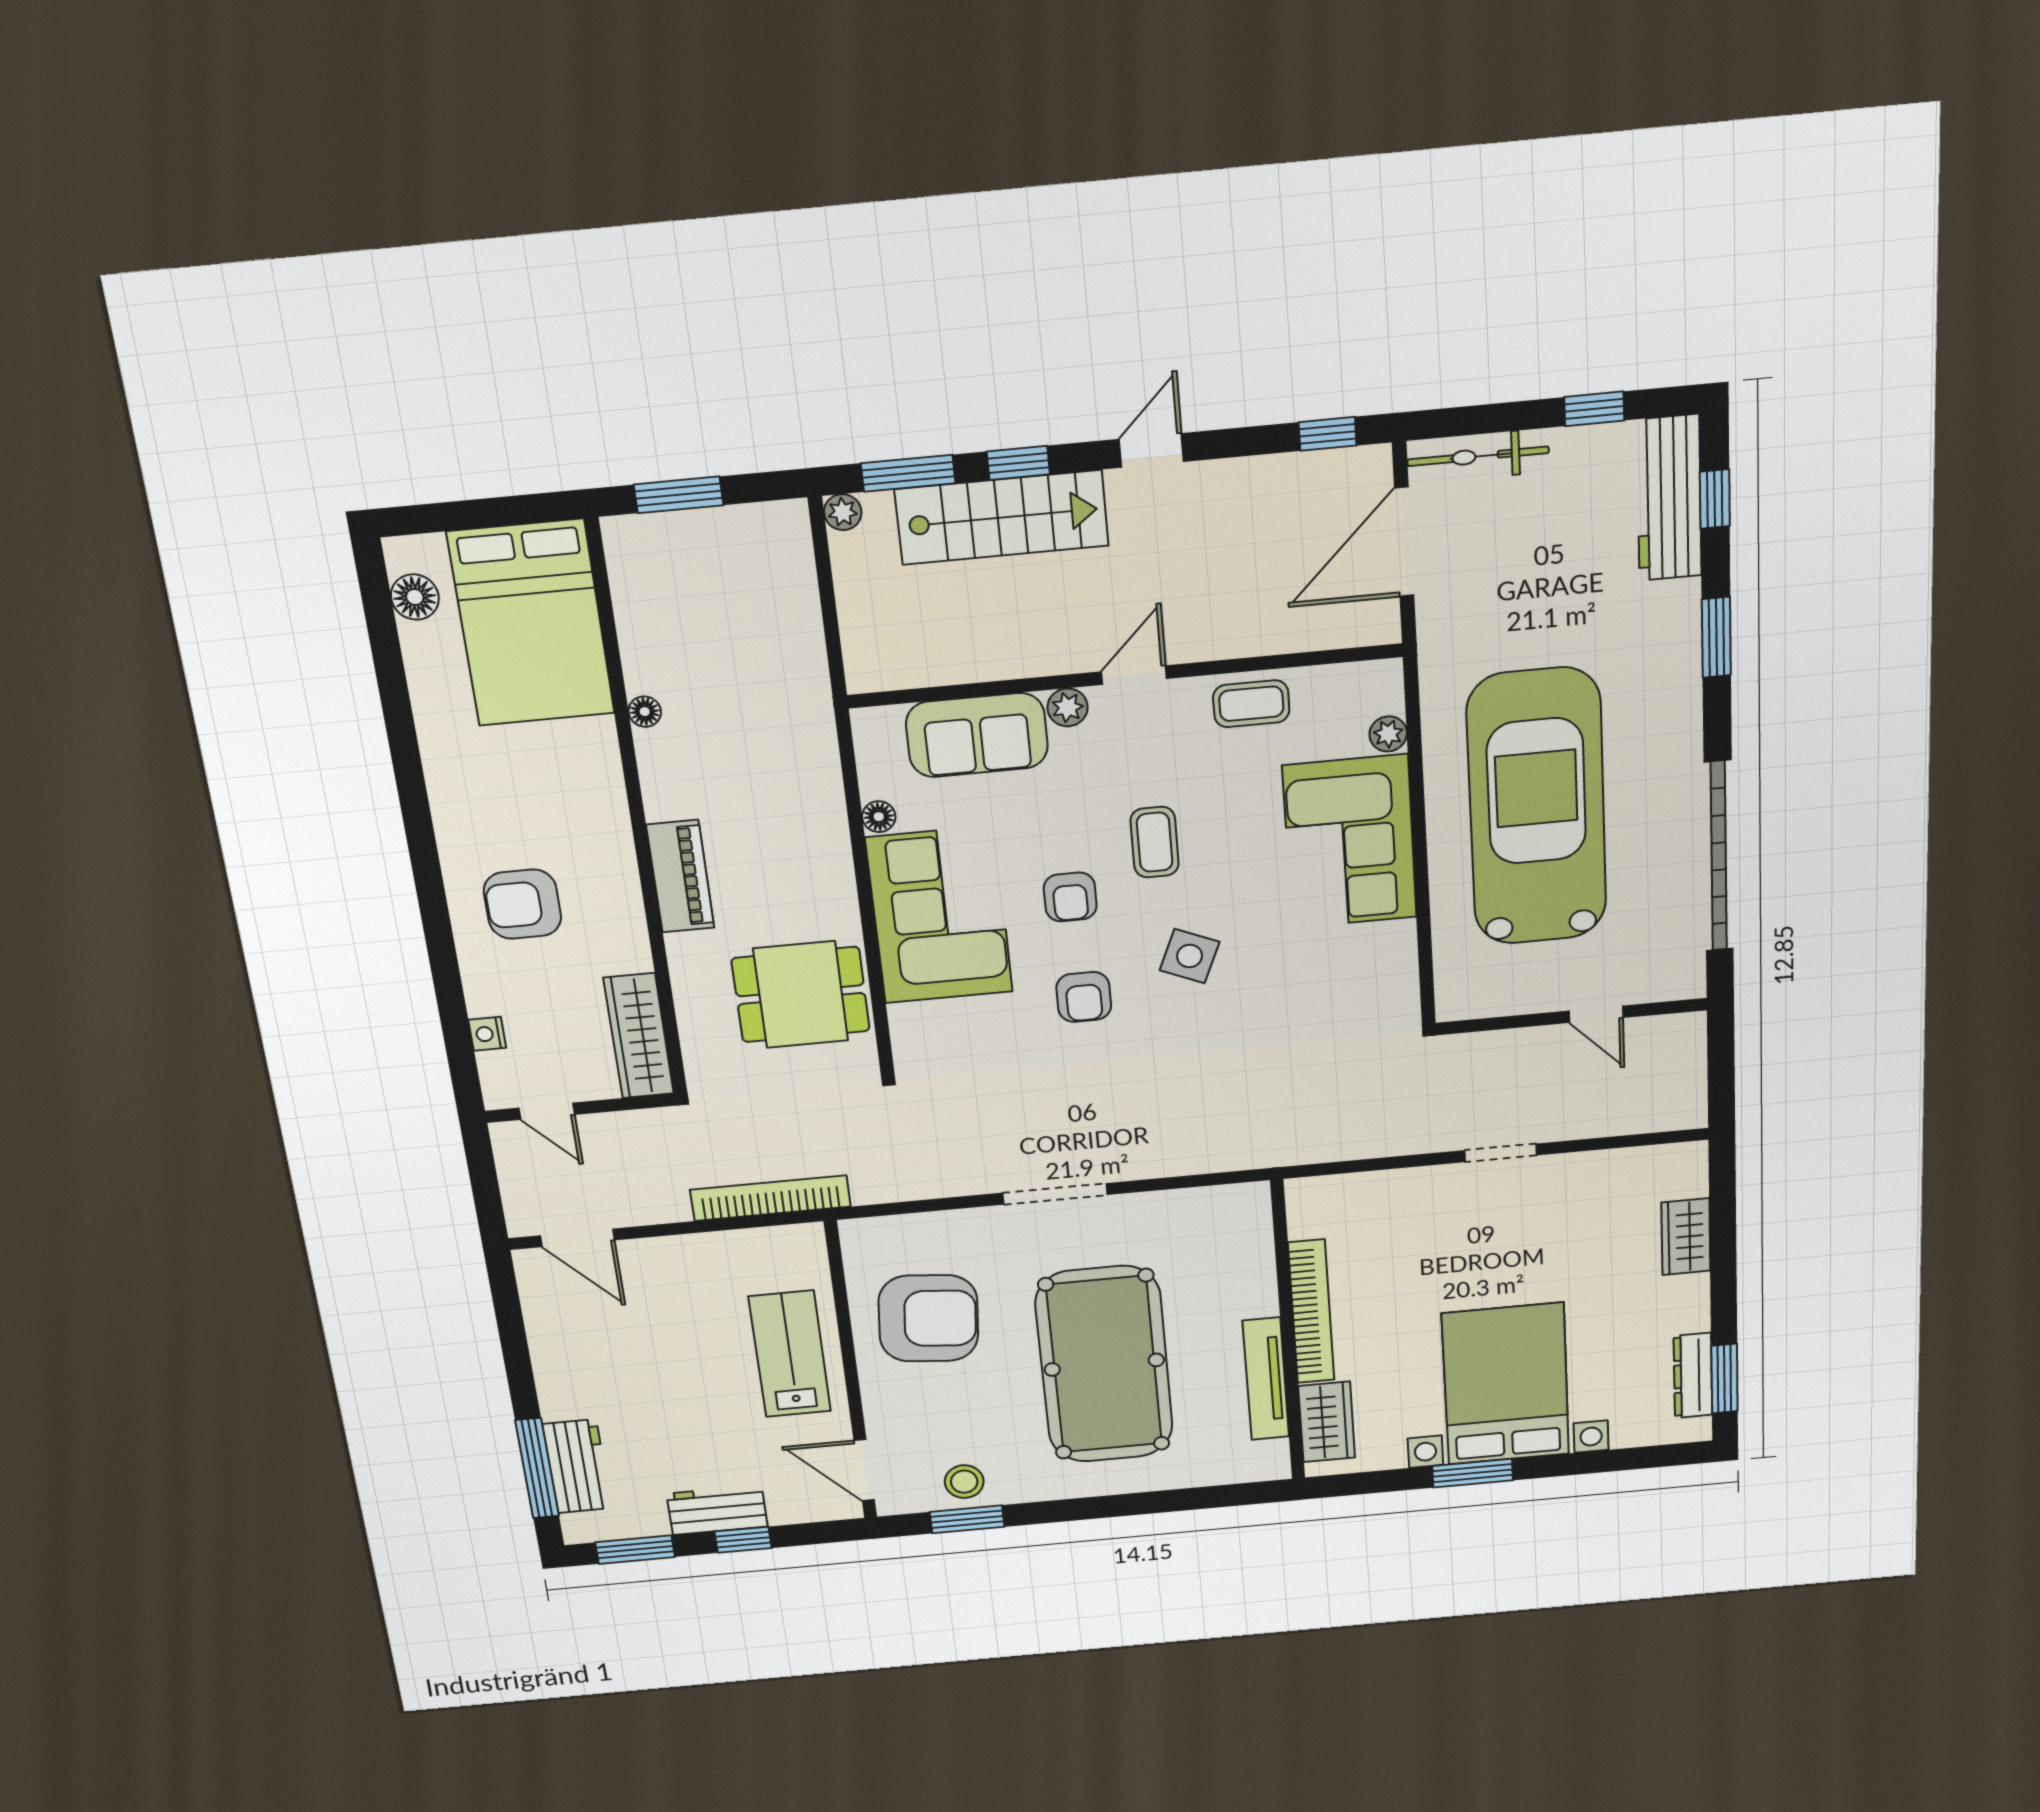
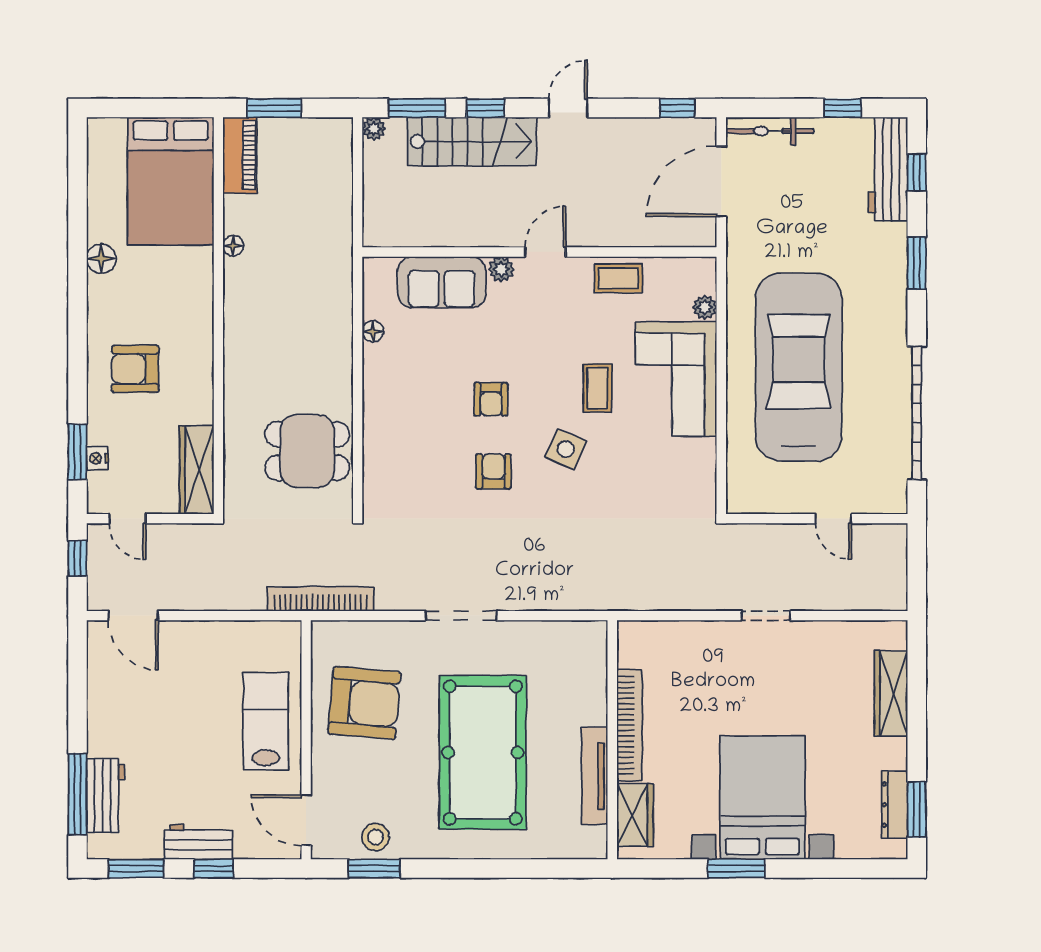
floor lamp: (415, 597) -> (101, 259), moved
coffee table: (1155, 842) -> (597, 388), moved
piano: (680, 876) -> (240, 155), moved
corner sofa: (939, 915) -> (404, 404), removed
armchair: (1084, 997) -> (493, 471), turned 180
window: (456, 1028) -> (77, 452), added
window: (482, 1171) -> (77, 559), added
bookcase: (770, 1198) -> (320, 599), moved
wardrobe: (1686, 1237) -> (891, 693), width x1.50

